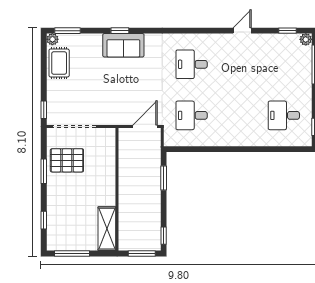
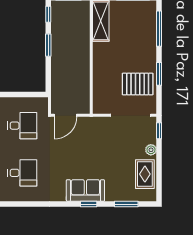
window: (67, 31) -> (126, 204), moved
plant: (52, 39) -> (151, 150), moved
window: (164, 178) -> (48, 45), moved
window: (44, 220) -> (159, 29), width x2.17

